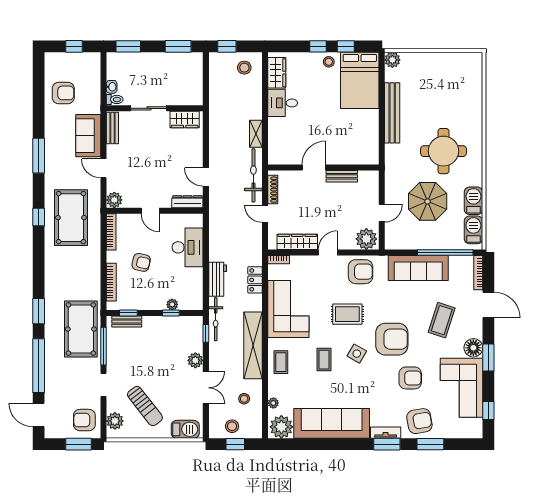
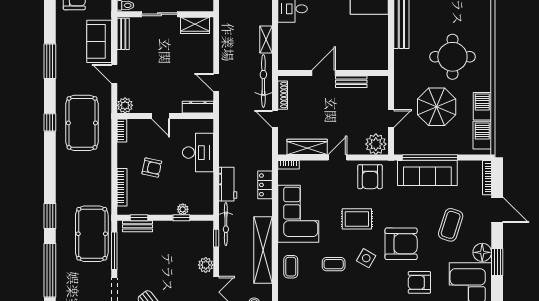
bookcase: (111, 232) -> (122, 131), width x0.64
window: (445, 252) -> (430, 158), moved
armchair: (361, 272) -> (370, 177), turned 90
coffee table: (324, 360) -> (334, 264), turned 90
armchair: (410, 378) -> (419, 282), turned 180

